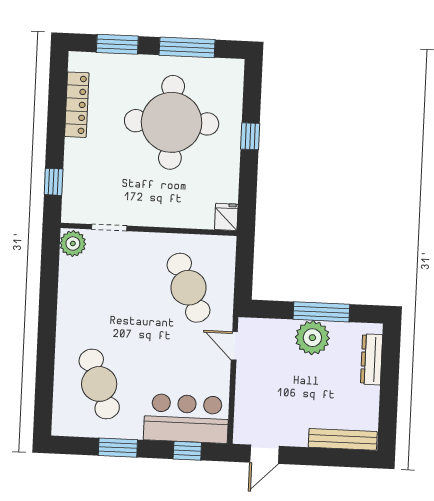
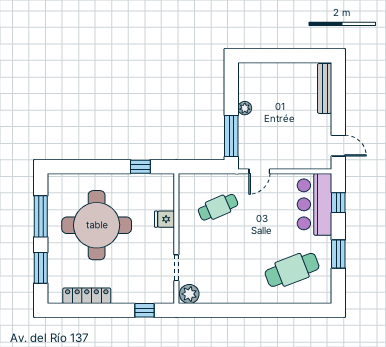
window: (250, 136) -> (140, 167), moved
fridge: (226, 217) -> (165, 219), moved
cafe table: (188, 288) -> (218, 207), width x0.73, depth x0.74
window: (321, 312) -> (231, 136), moved
plant: (312, 338) -> (245, 108), width x0.53, depth x0.53
dresser: (372, 359) -> (265, 70), removed

